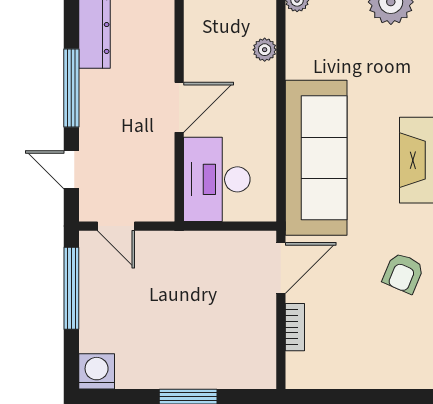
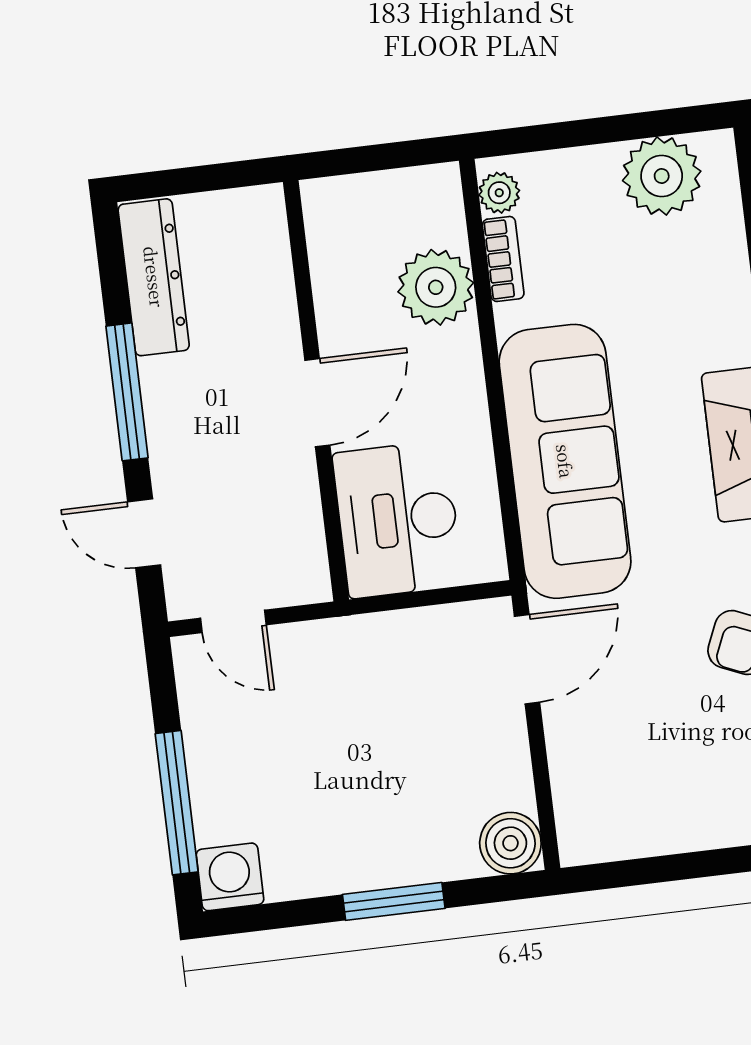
plant: (265, 50) -> (436, 287), width x1.88, depth x1.88
window: (71, 288) -> (177, 803), moved
bookcase: (295, 327) -> (503, 259), moved
boiler: (259, 372) -> (510, 843), added

